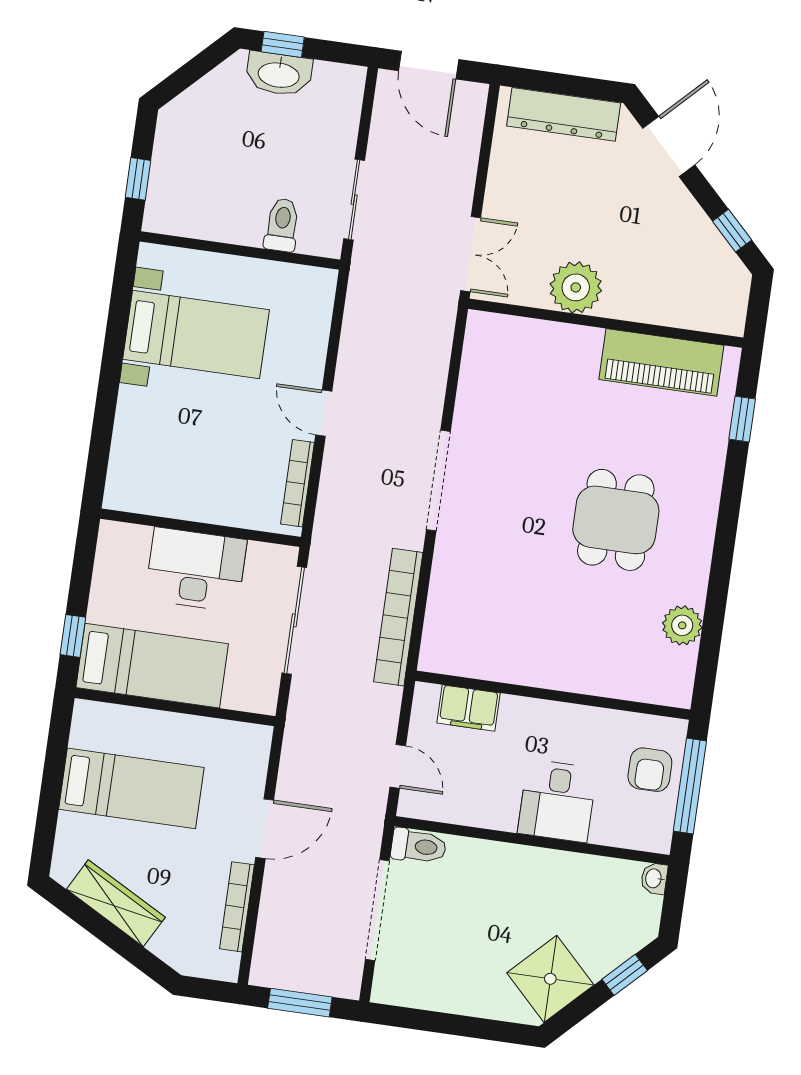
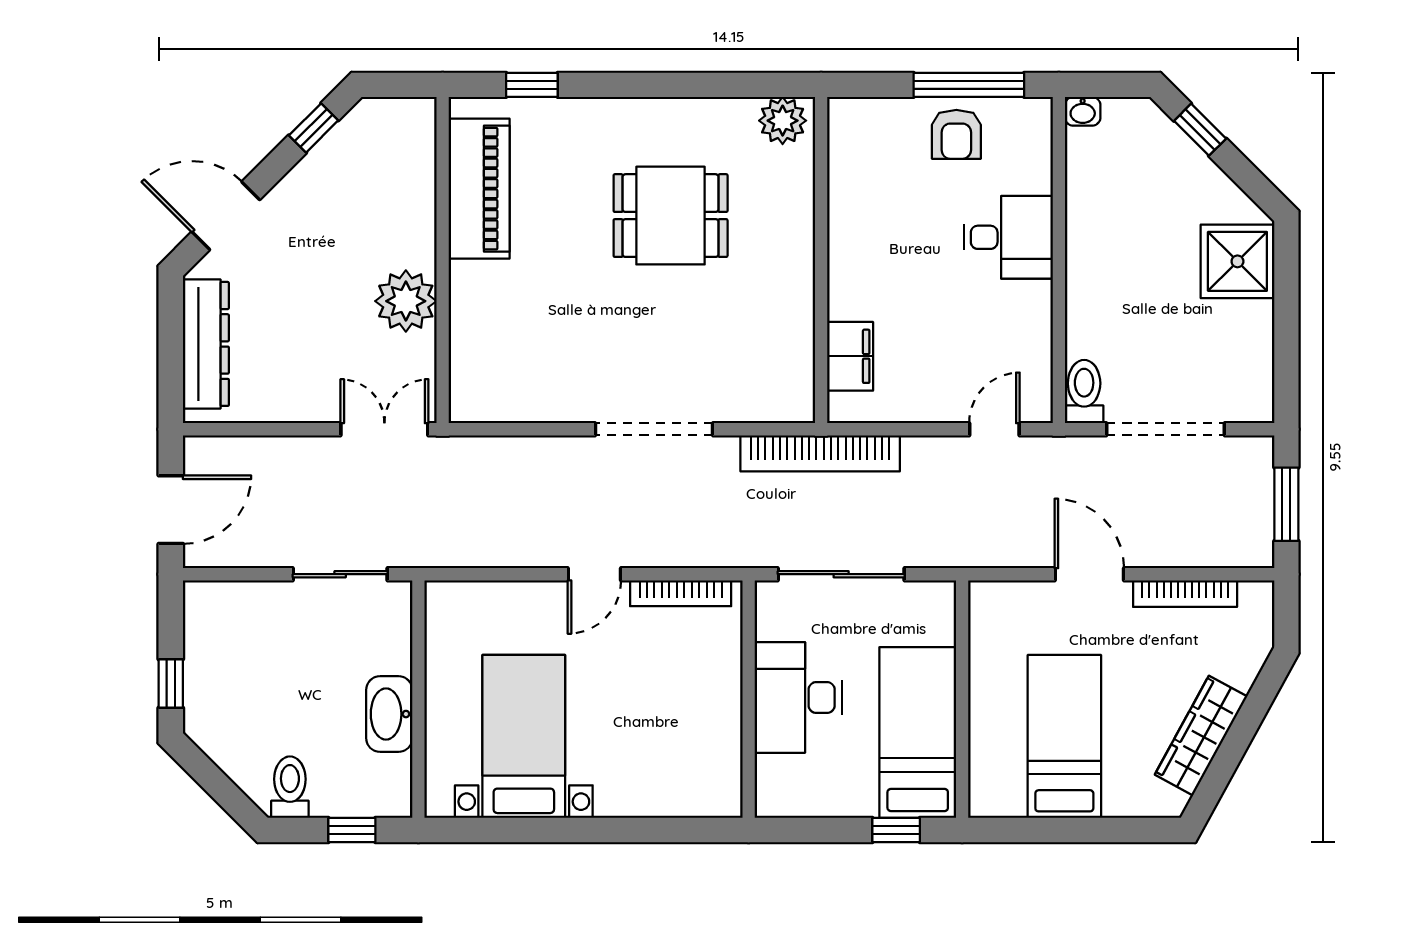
washbasin: (279, 74) -> (389, 714), moved, turned 180
toilet: (282, 225) -> (290, 787), moved, turned 90
wall: (553, 695) -> (821, 260), moved
filing cabinet: (468, 708) -> (850, 356), moved
armchair: (650, 770) -> (956, 134), turned 90
shower: (550, 979) -> (1237, 261), moved, turned 45

